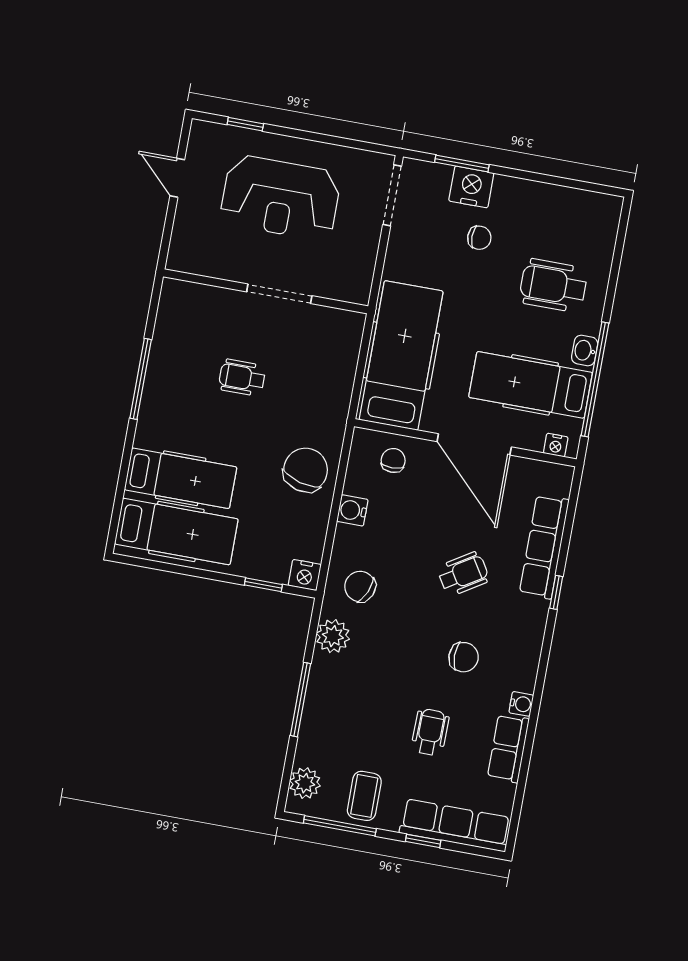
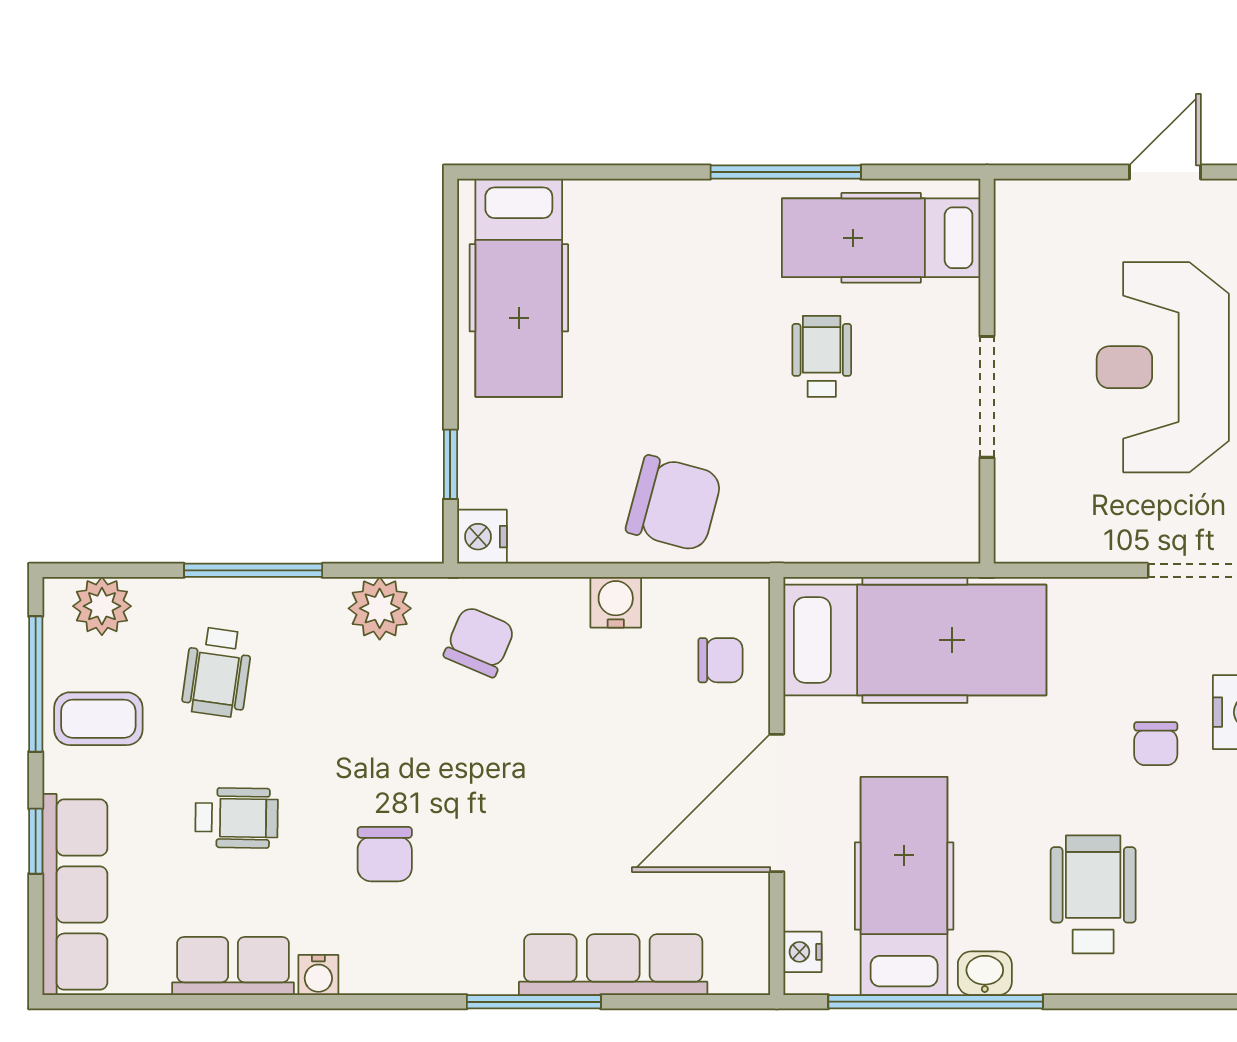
hospital bed: (181, 478) -> (881, 238), moved, turned 90
wheelchair: (463, 574) -> (217, 672), moved, turned 40
window: (556, 592) -> (534, 1002), width x2.17

